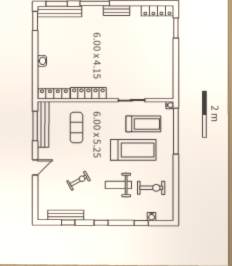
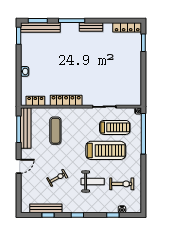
locker: (54, 94) -> (35, 101), width x0.66
weight bench: (118, 185) -> (93, 181), turned 180

